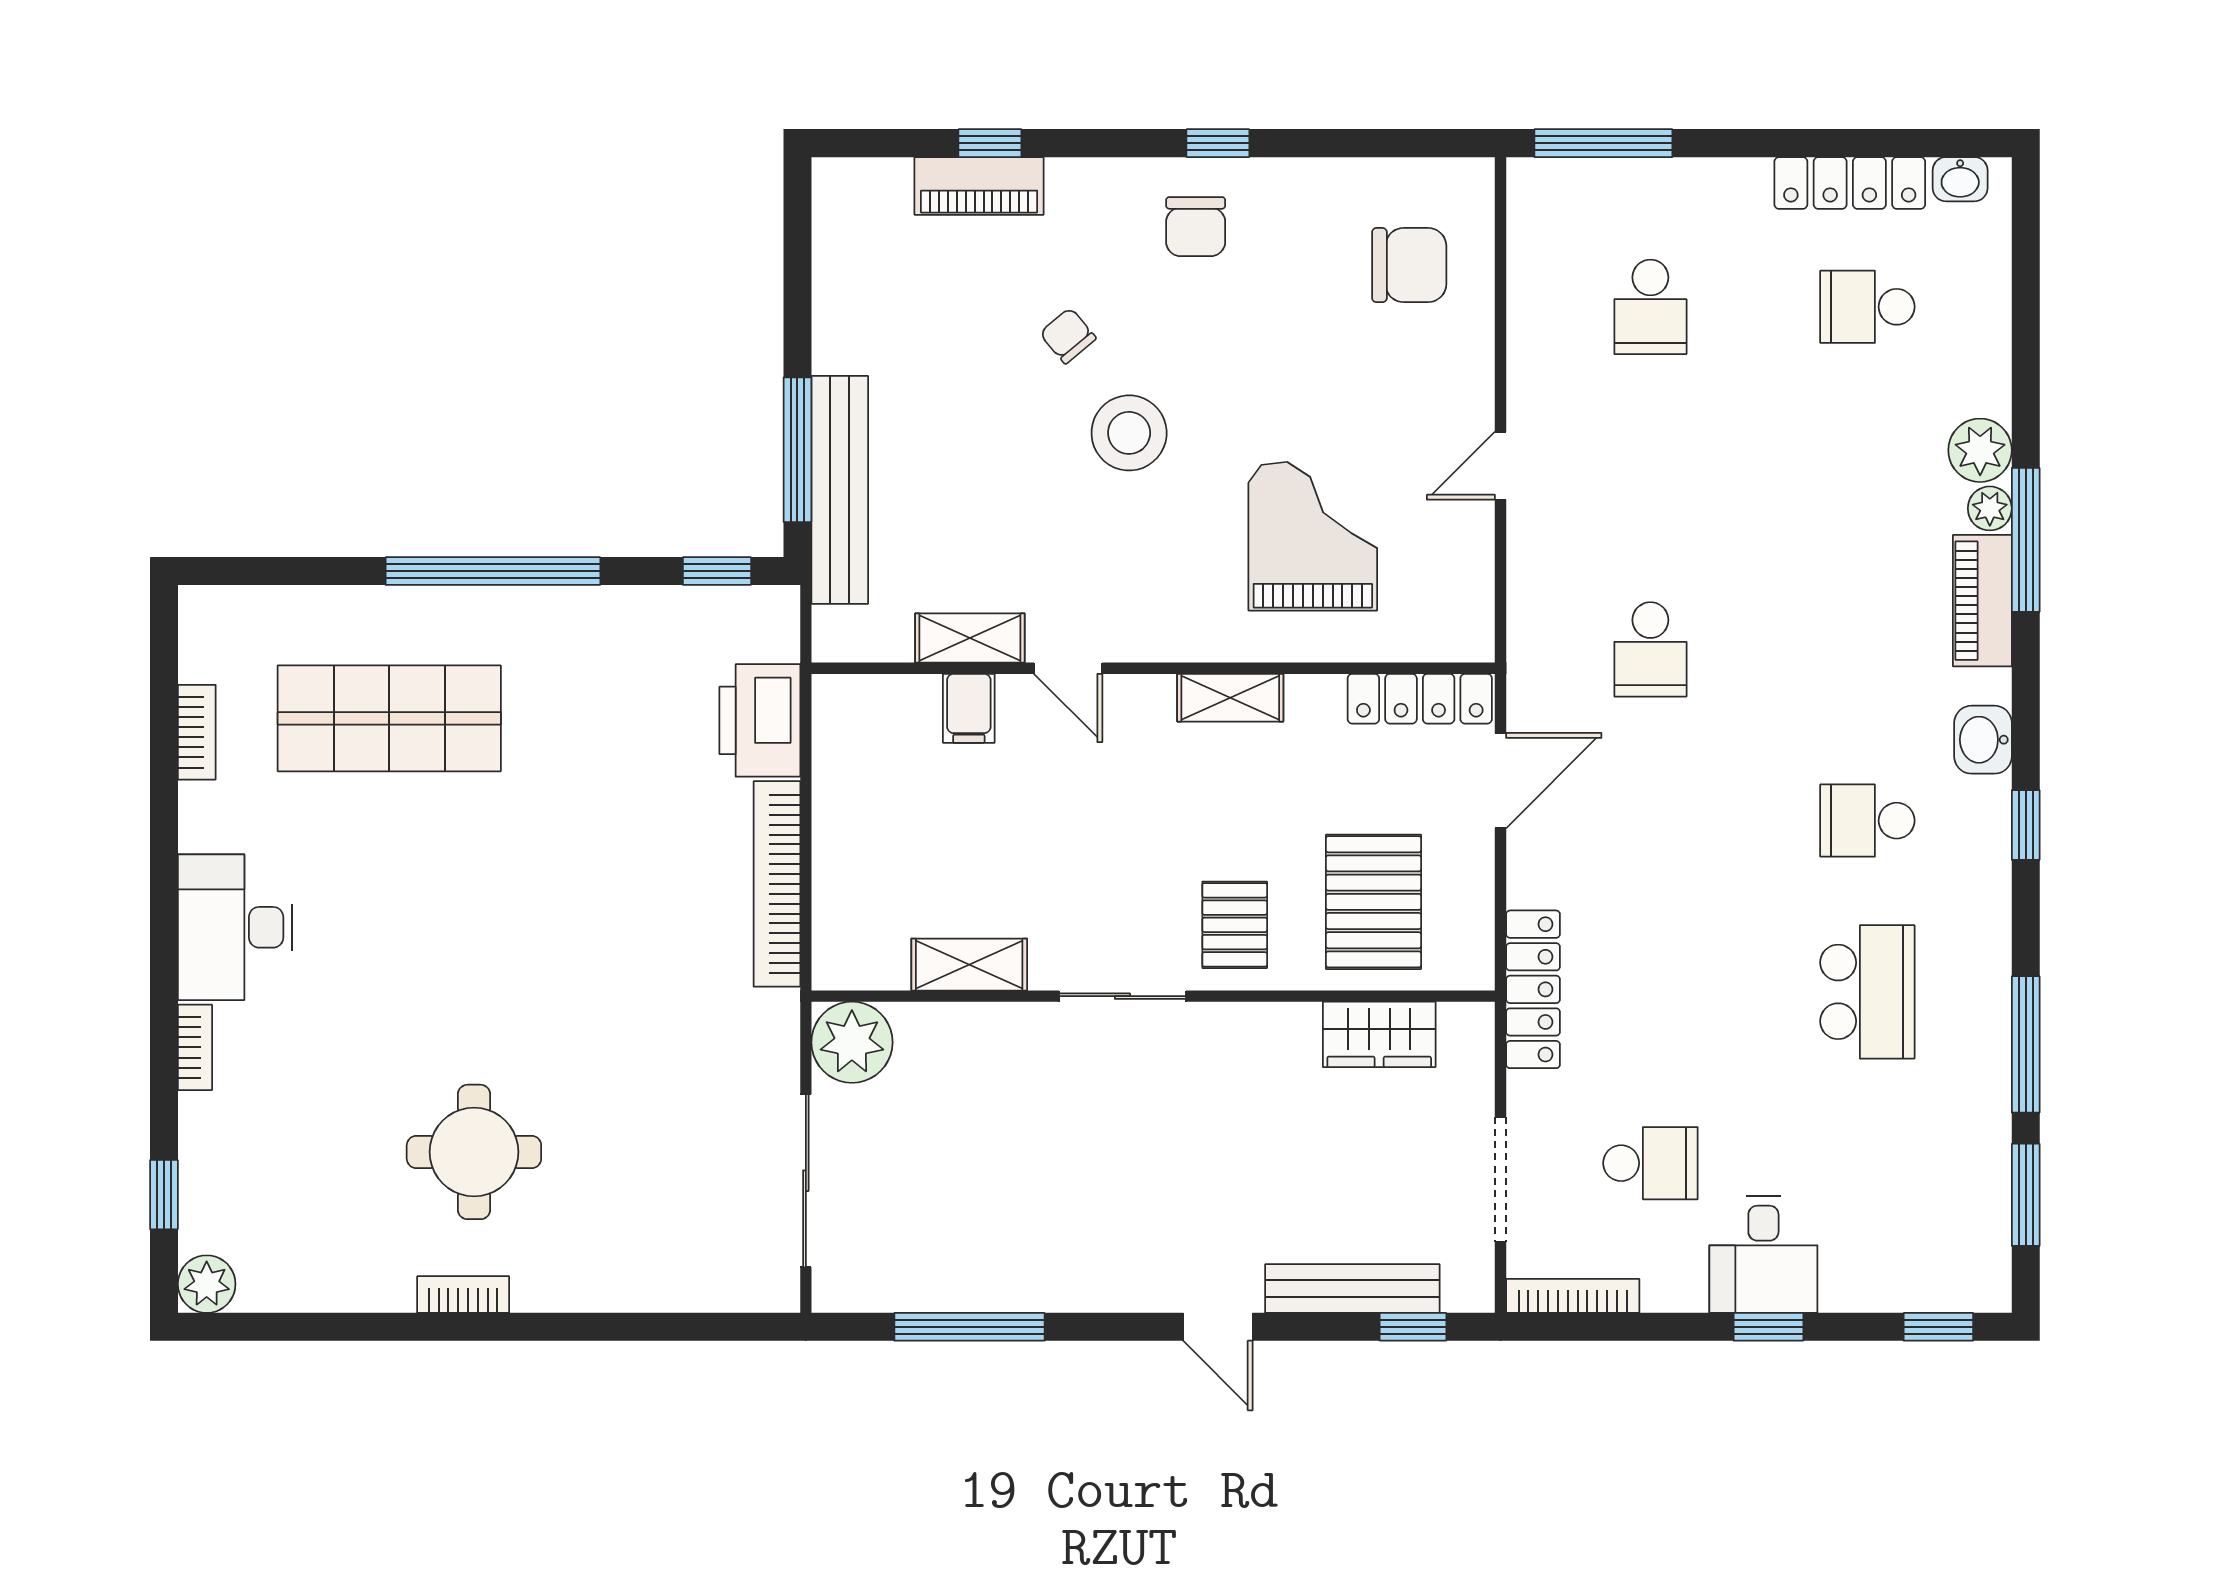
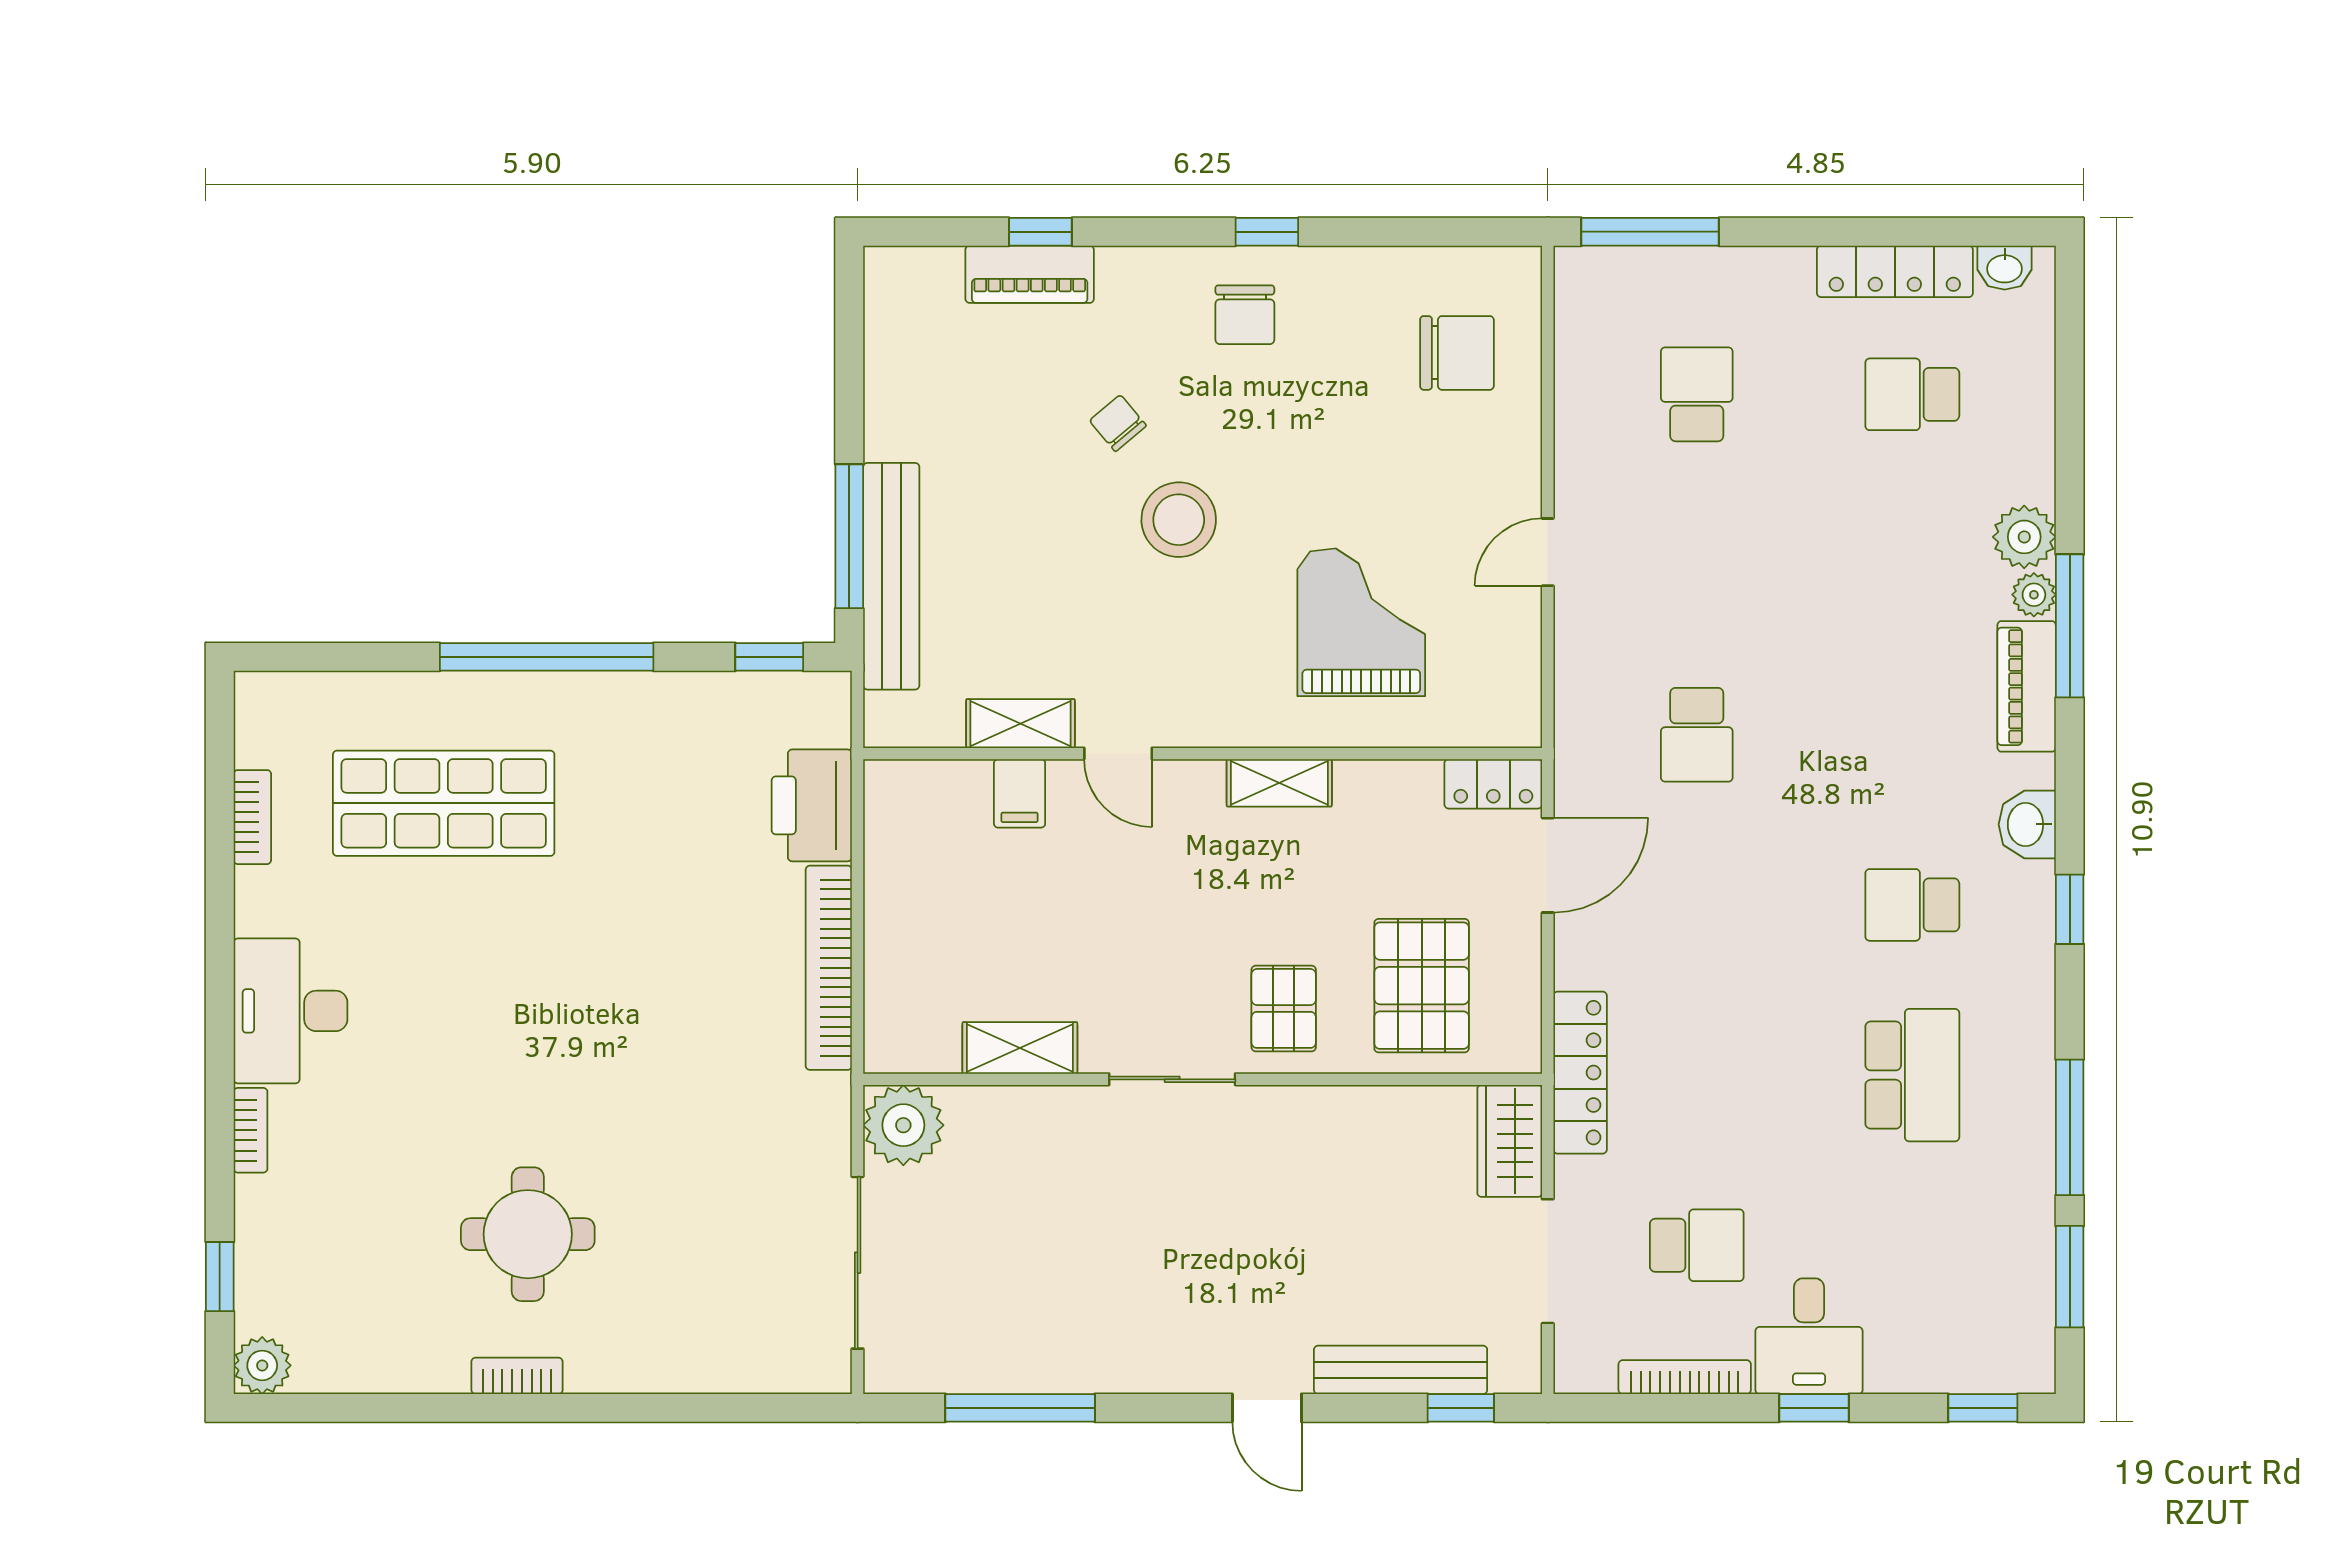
school desk: (1650, 307) -> (1697, 394), turned 180
locker: (1420, 699) -> (1493, 784), width x0.66
wardrobe: (1379, 1034) -> (1510, 1141), moved, turned 90
bookcase: (1573, 1296) -> (1685, 1377), moved

